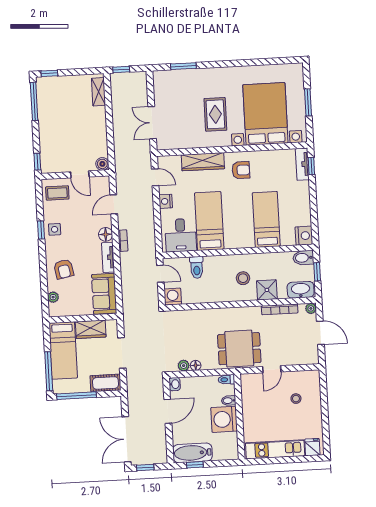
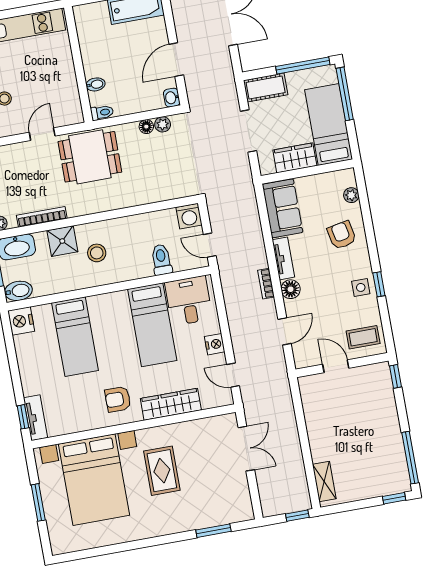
boiler: (102, 164) -> (307, 384), removed
washing machine: (224, 419) -> (99, 58), removed

